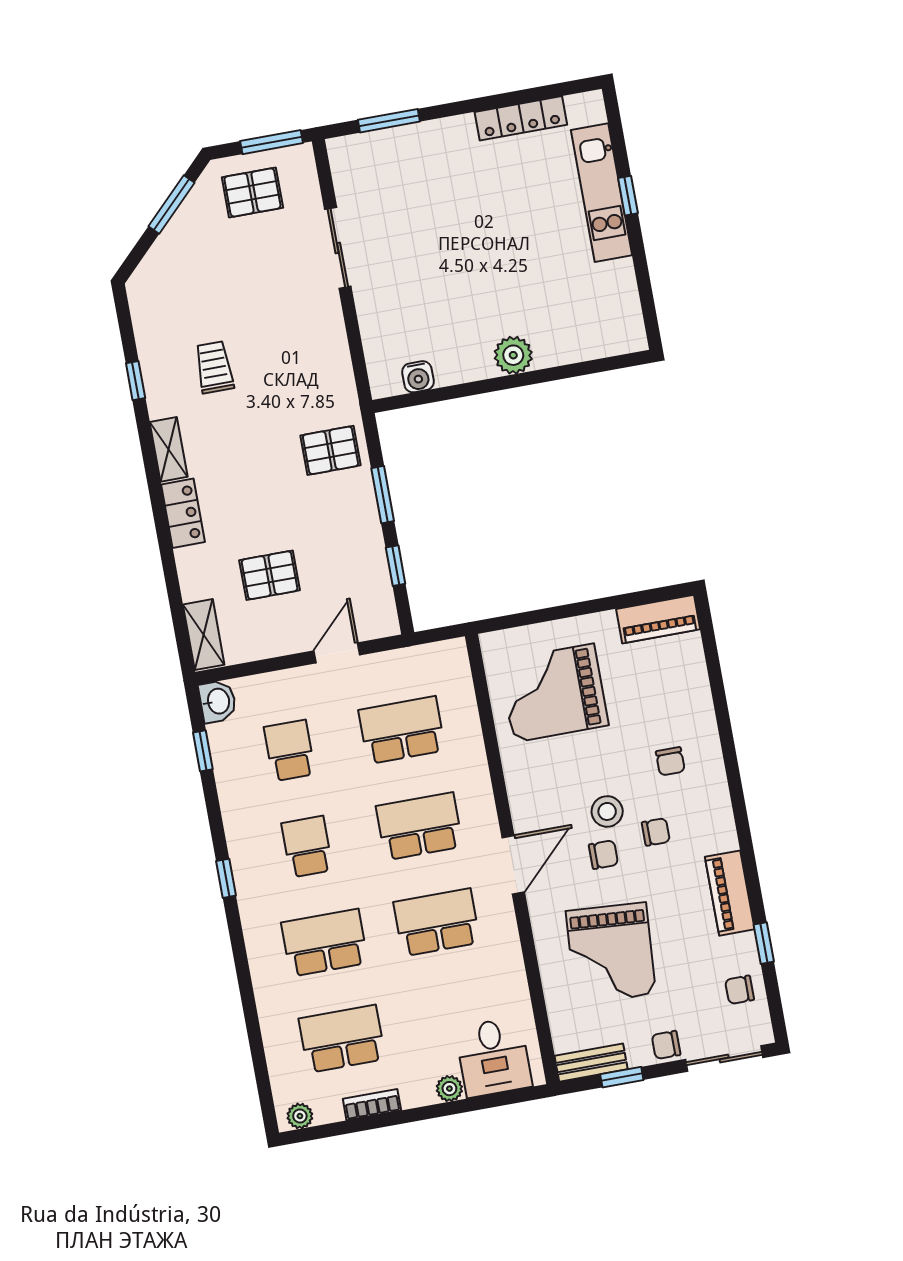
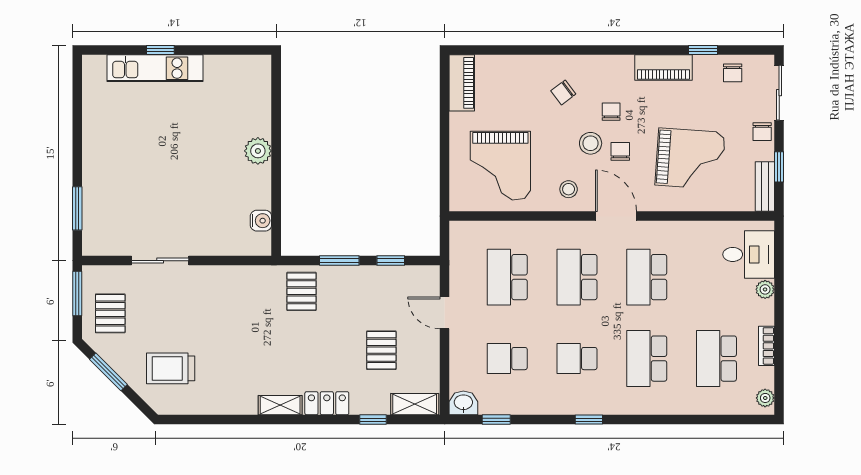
locker: (521, 118) -> (92, 115), removed
trolley: (214, 367) -> (171, 368), moved, width x1.36, depth x1.39
window: (136, 381) -> (373, 420), moved
chair: (670, 761) -> (563, 92), turned 143
stool: (538, 793) -> (569, 189), added

